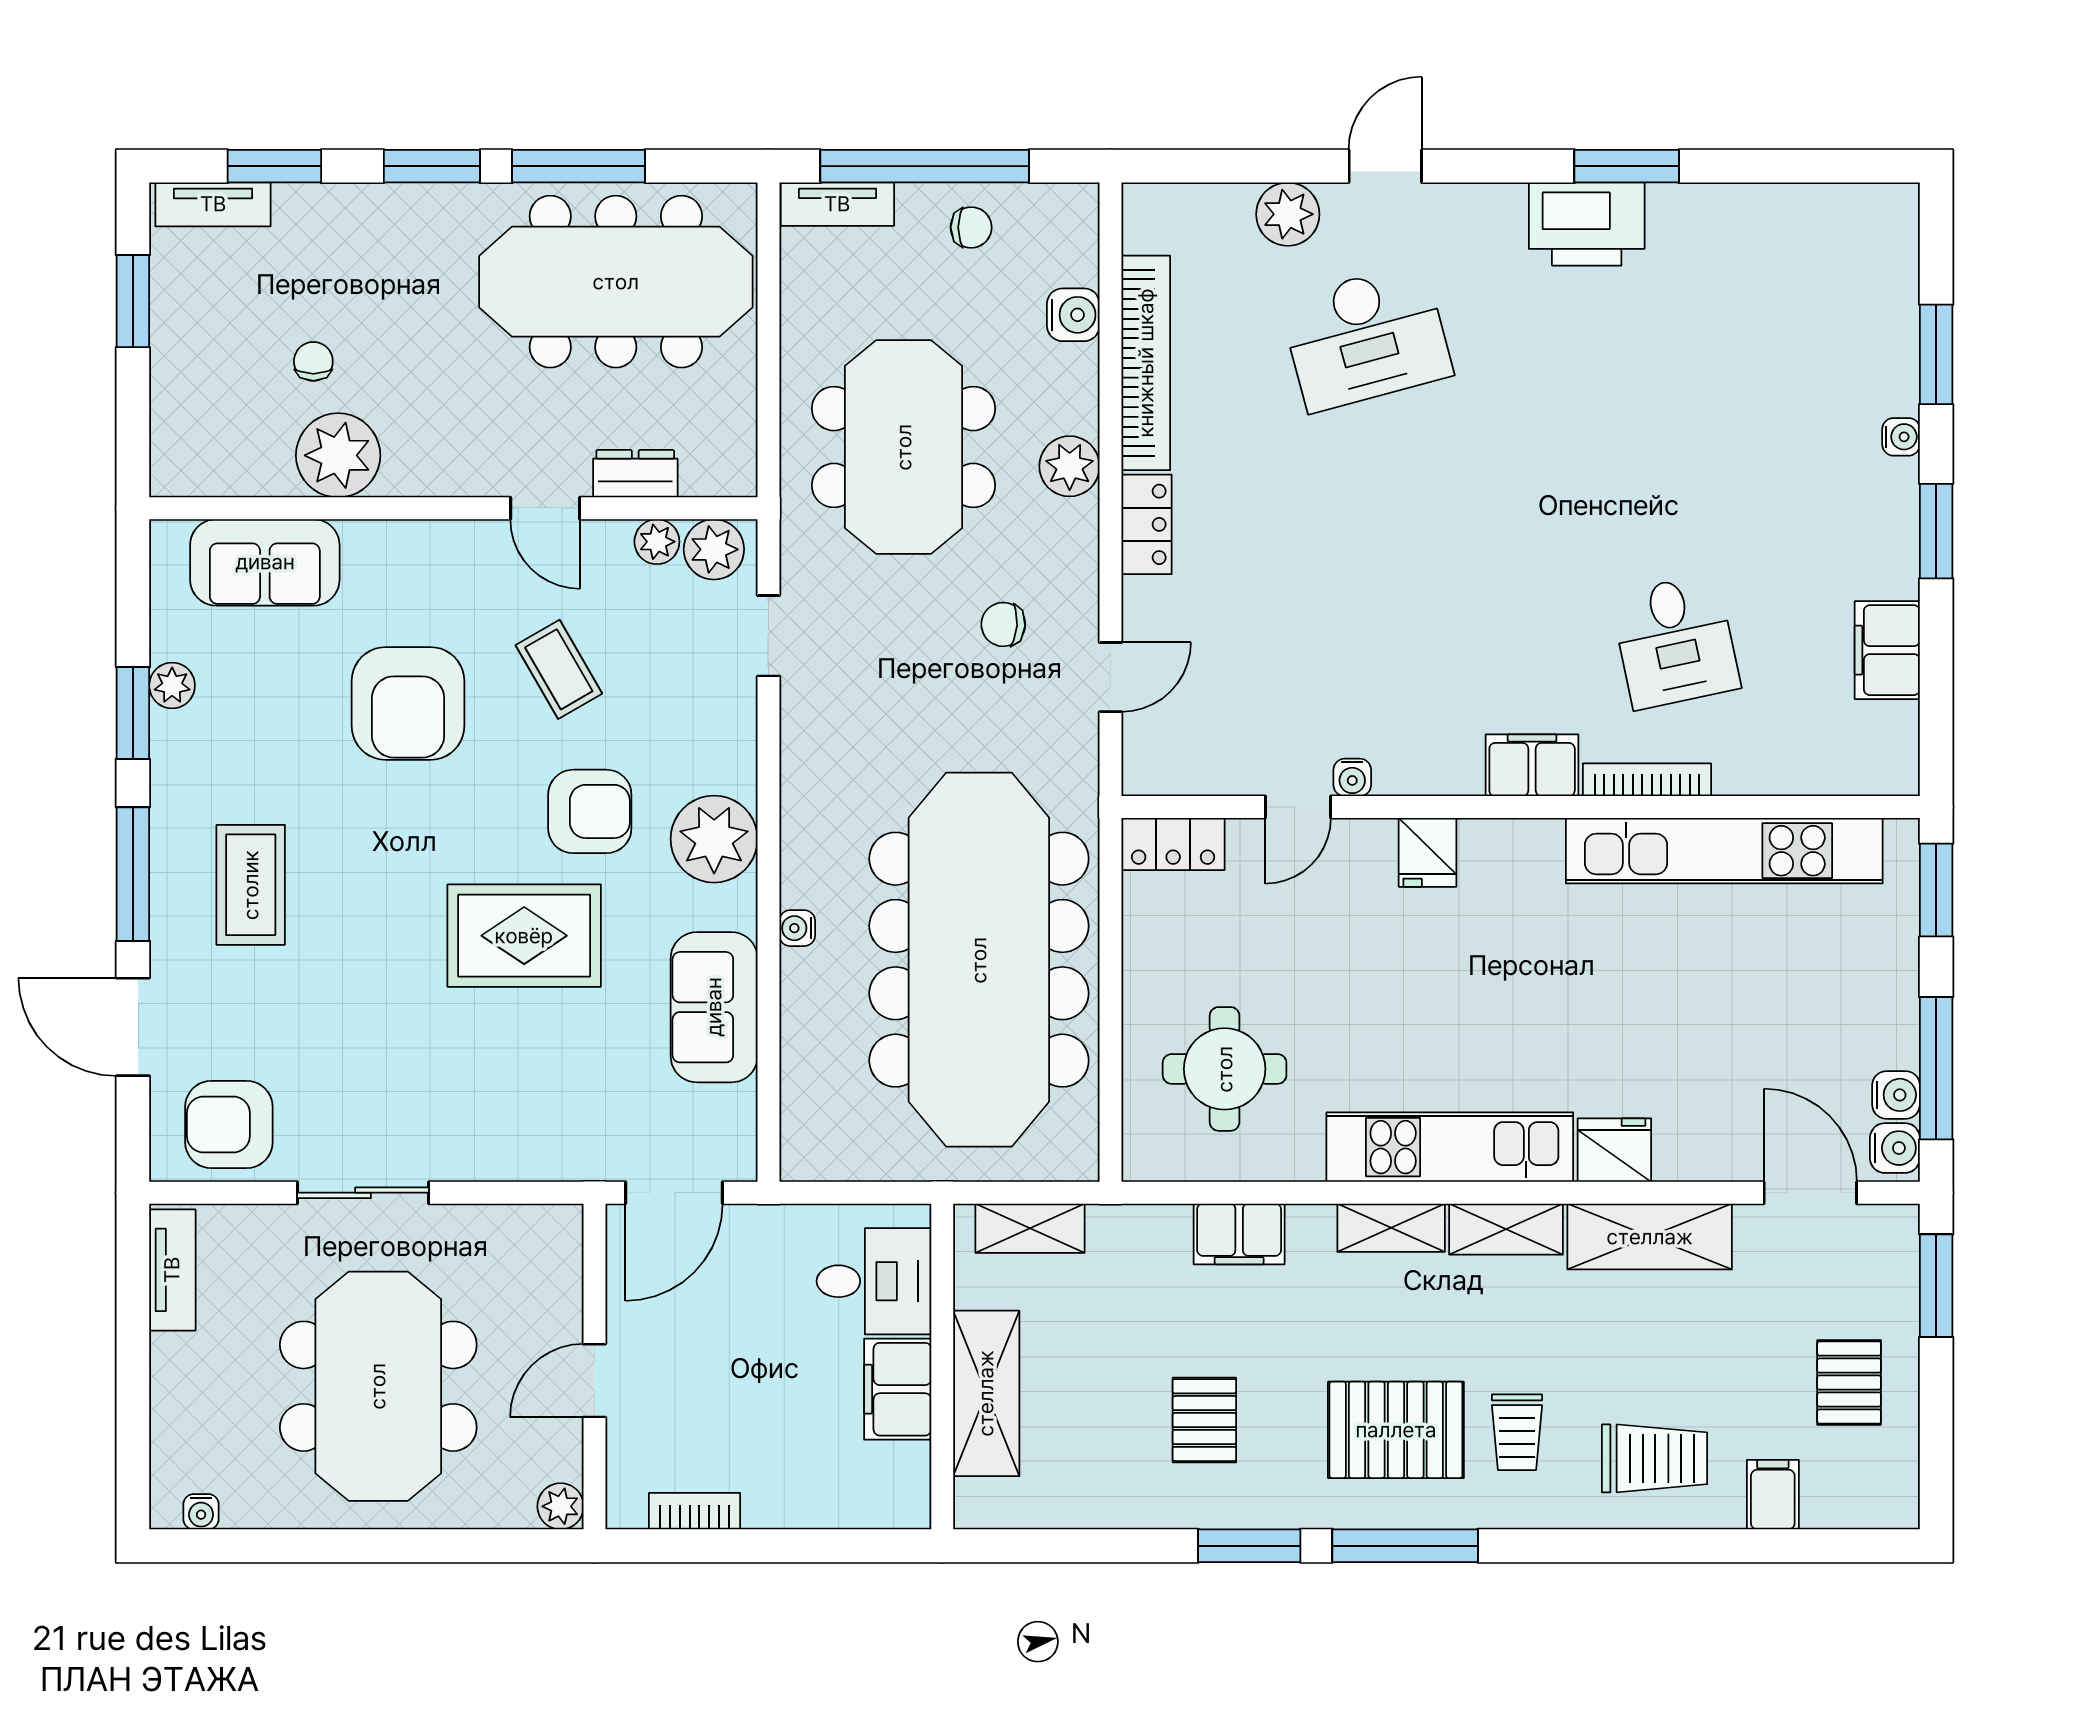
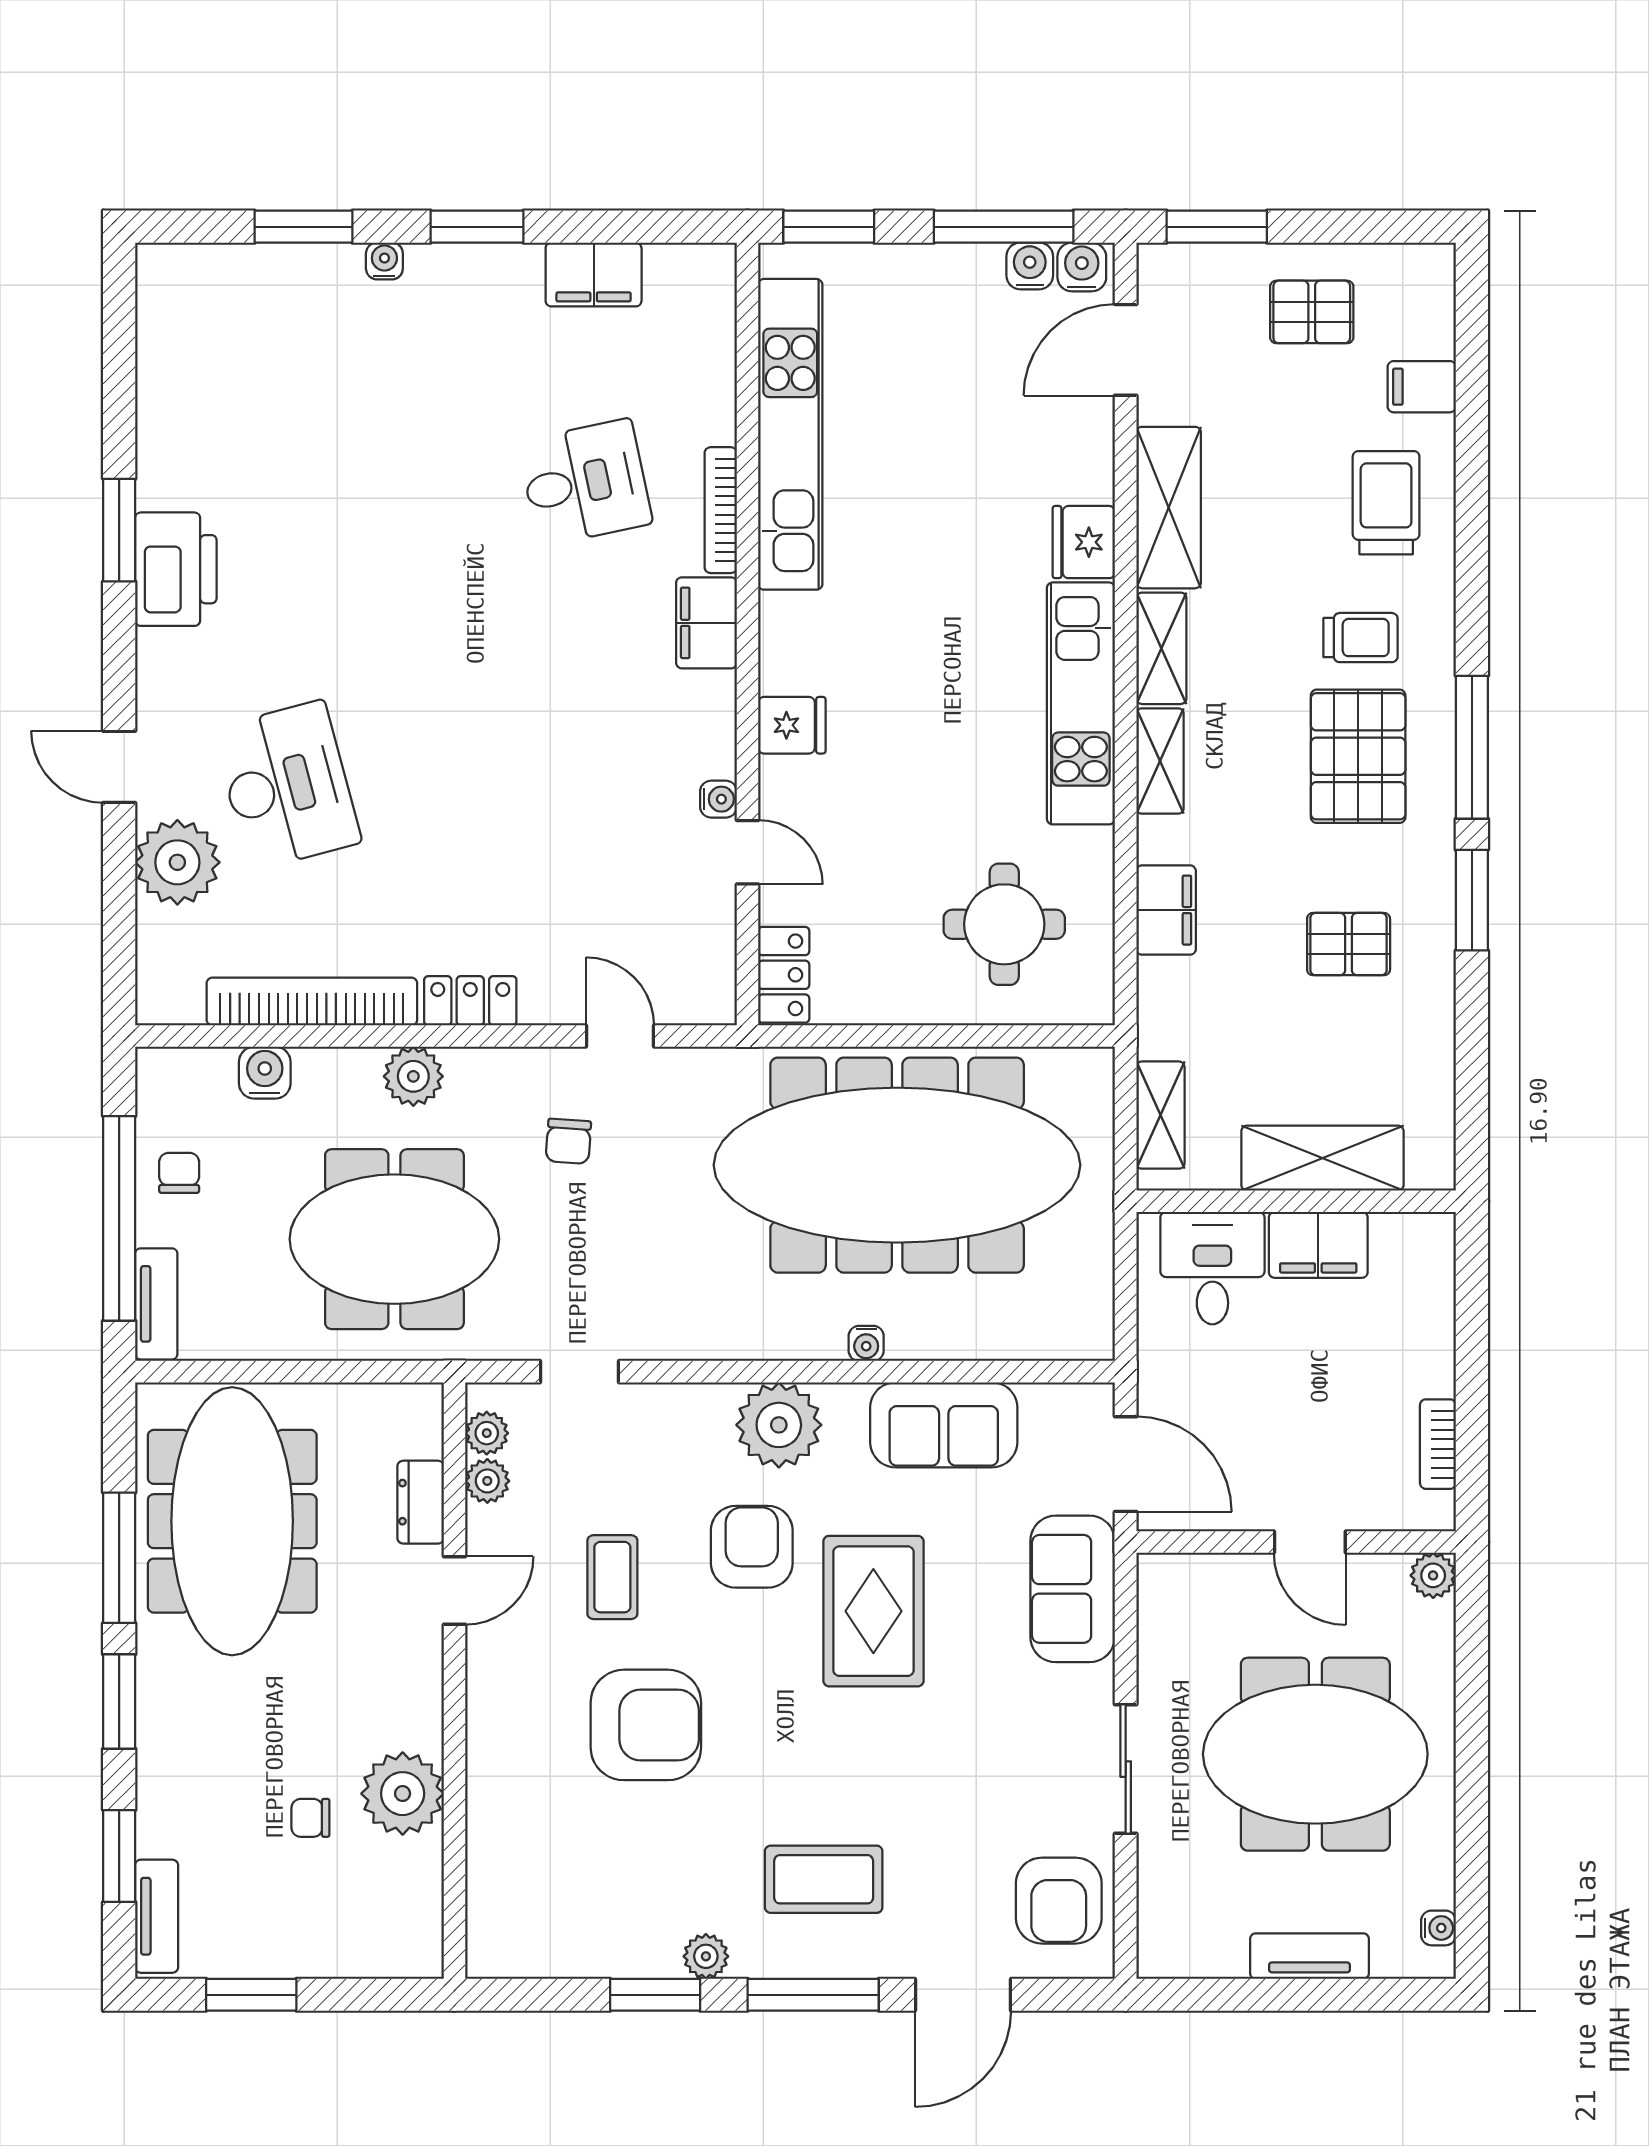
plant: (1288, 214) -> (177, 862), width x1.36, depth x1.36
plant: (714, 549) -> (487, 1433), width x0.73, depth x0.73
sofa: (265, 562) -> (1073, 1589), moved, turned 180
coffee table: (559, 669) -> (612, 1577), turned -60
plant: (172, 686) -> (706, 1956), moved
tv unit: (172, 1270) -> (1309, 1956), moved

